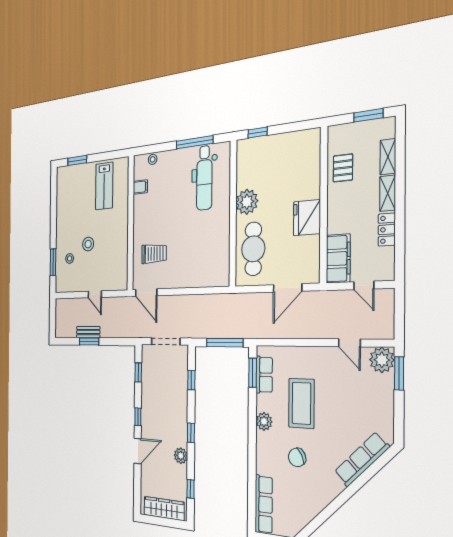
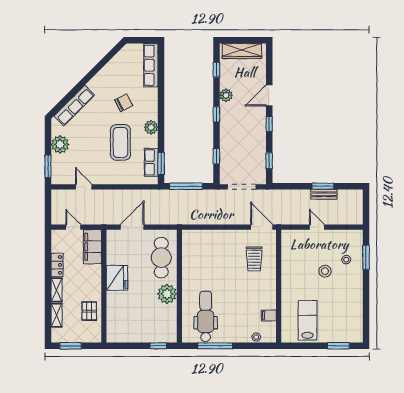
trolley: (154, 254) -> (254, 259), turned -90
plant: (382, 360) -> (60, 144), moved

